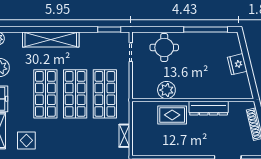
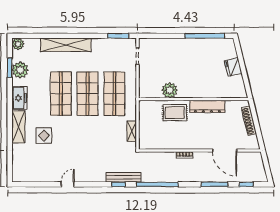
round table: (164, 47) -> (168, 52), removed

